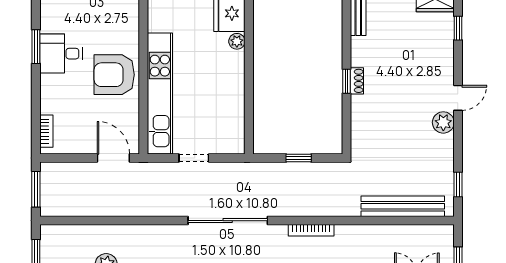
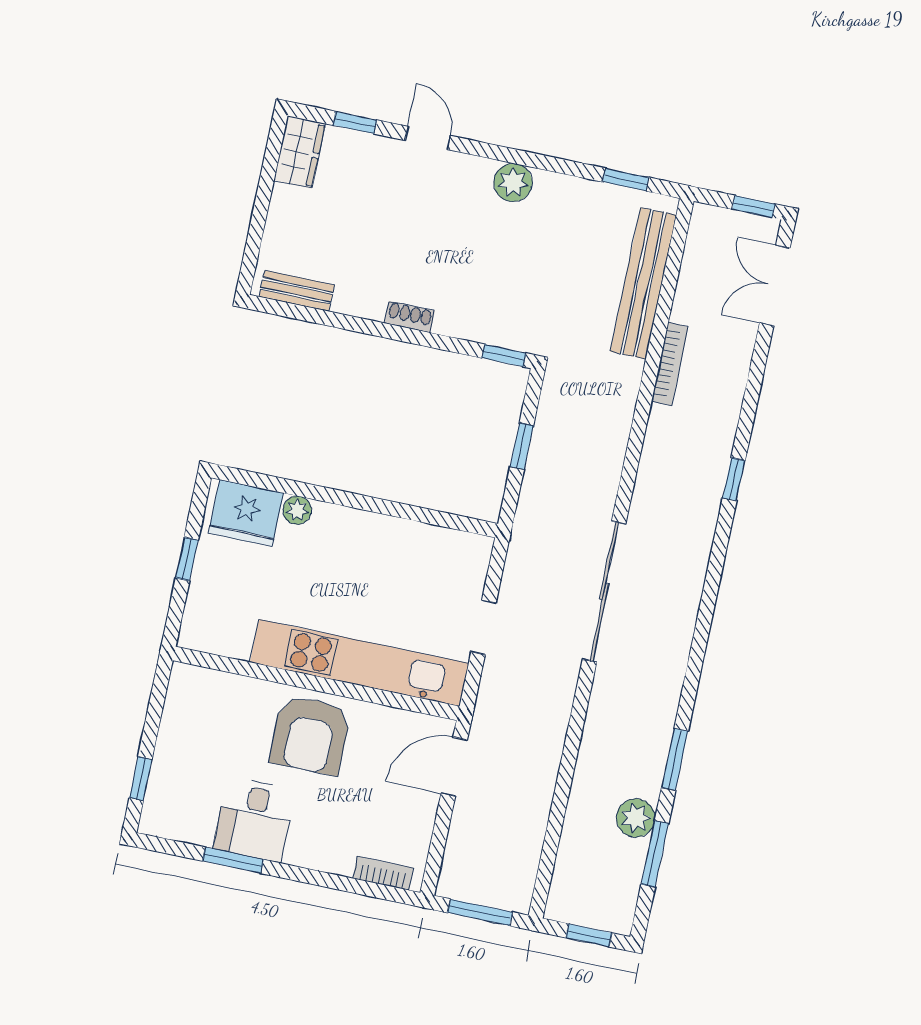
window: (347, 81) -> (504, 355), moved
door: (458, 98) -> (428, 138), moved
bookcase: (311, 230) -> (670, 364), moved

